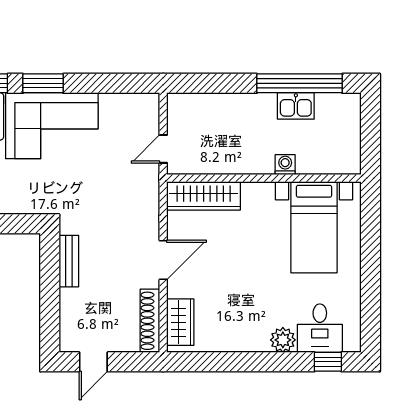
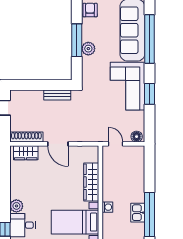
window: (43, 83) -> (150, 94), moved
floor lamp: (149, 108) -> (137, 137), added
wardrobe: (204, 196) -> (91, 182), moved

